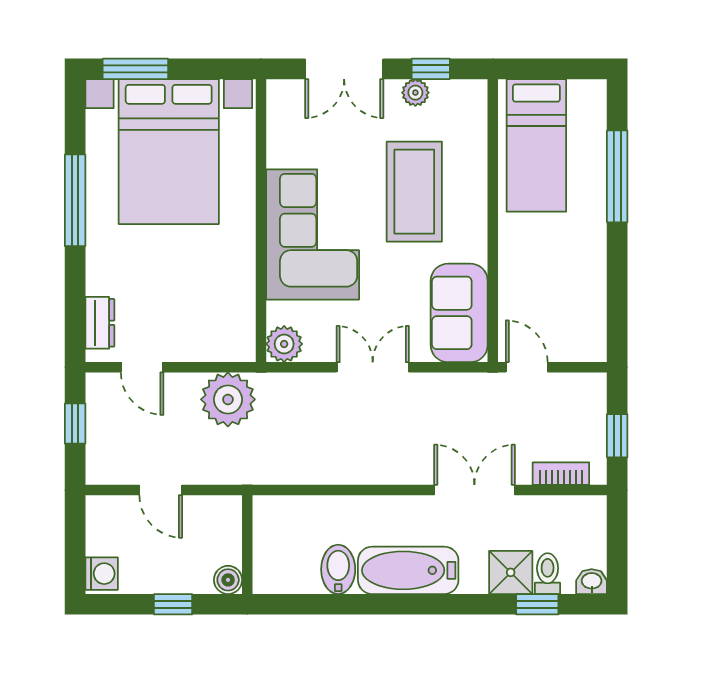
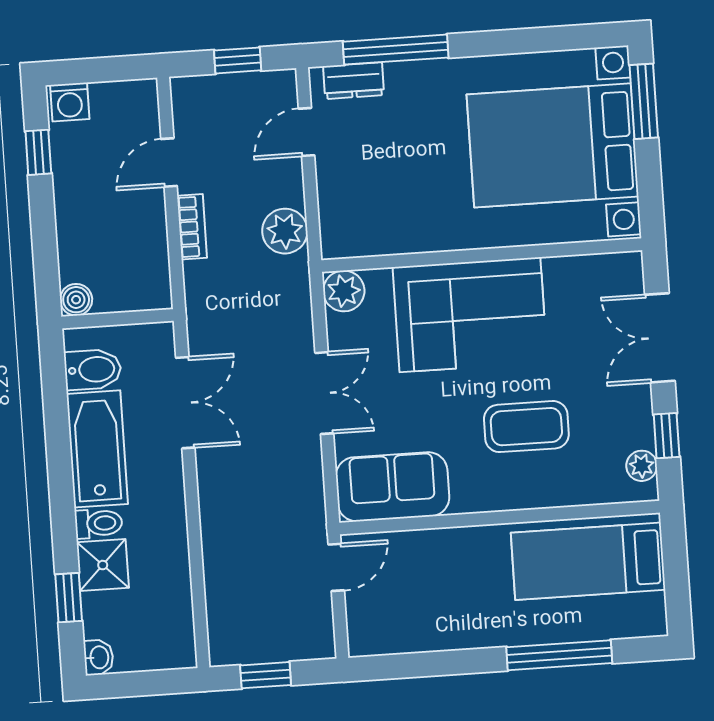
plant: (415, 93) -> (642, 466), moved
coffee table: (414, 192) -> (526, 427), width x0.73, depth x0.76
window: (75, 200) -> (396, 50), moved
plant: (228, 399) -> (285, 231), width x0.73, depth x0.73
bookcase: (561, 474) -> (192, 227), moved
double door: (474, 490) -> (185, 403), moved
wall: (247, 545) -> (118, 319), moved
toilet: (548, 574) -> (99, 523), moved
boiler: (228, 580) -> (76, 300), moved
window: (173, 604) -> (38, 152), moved

